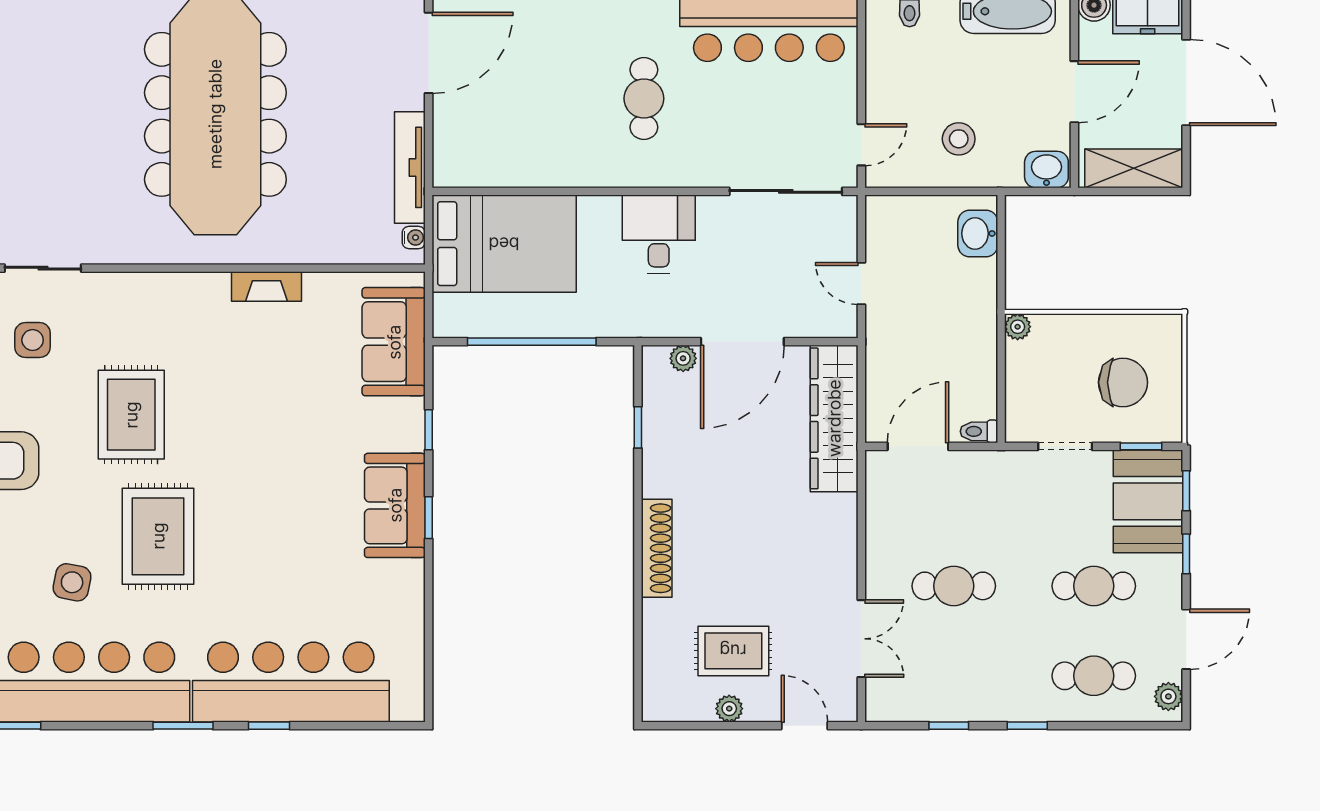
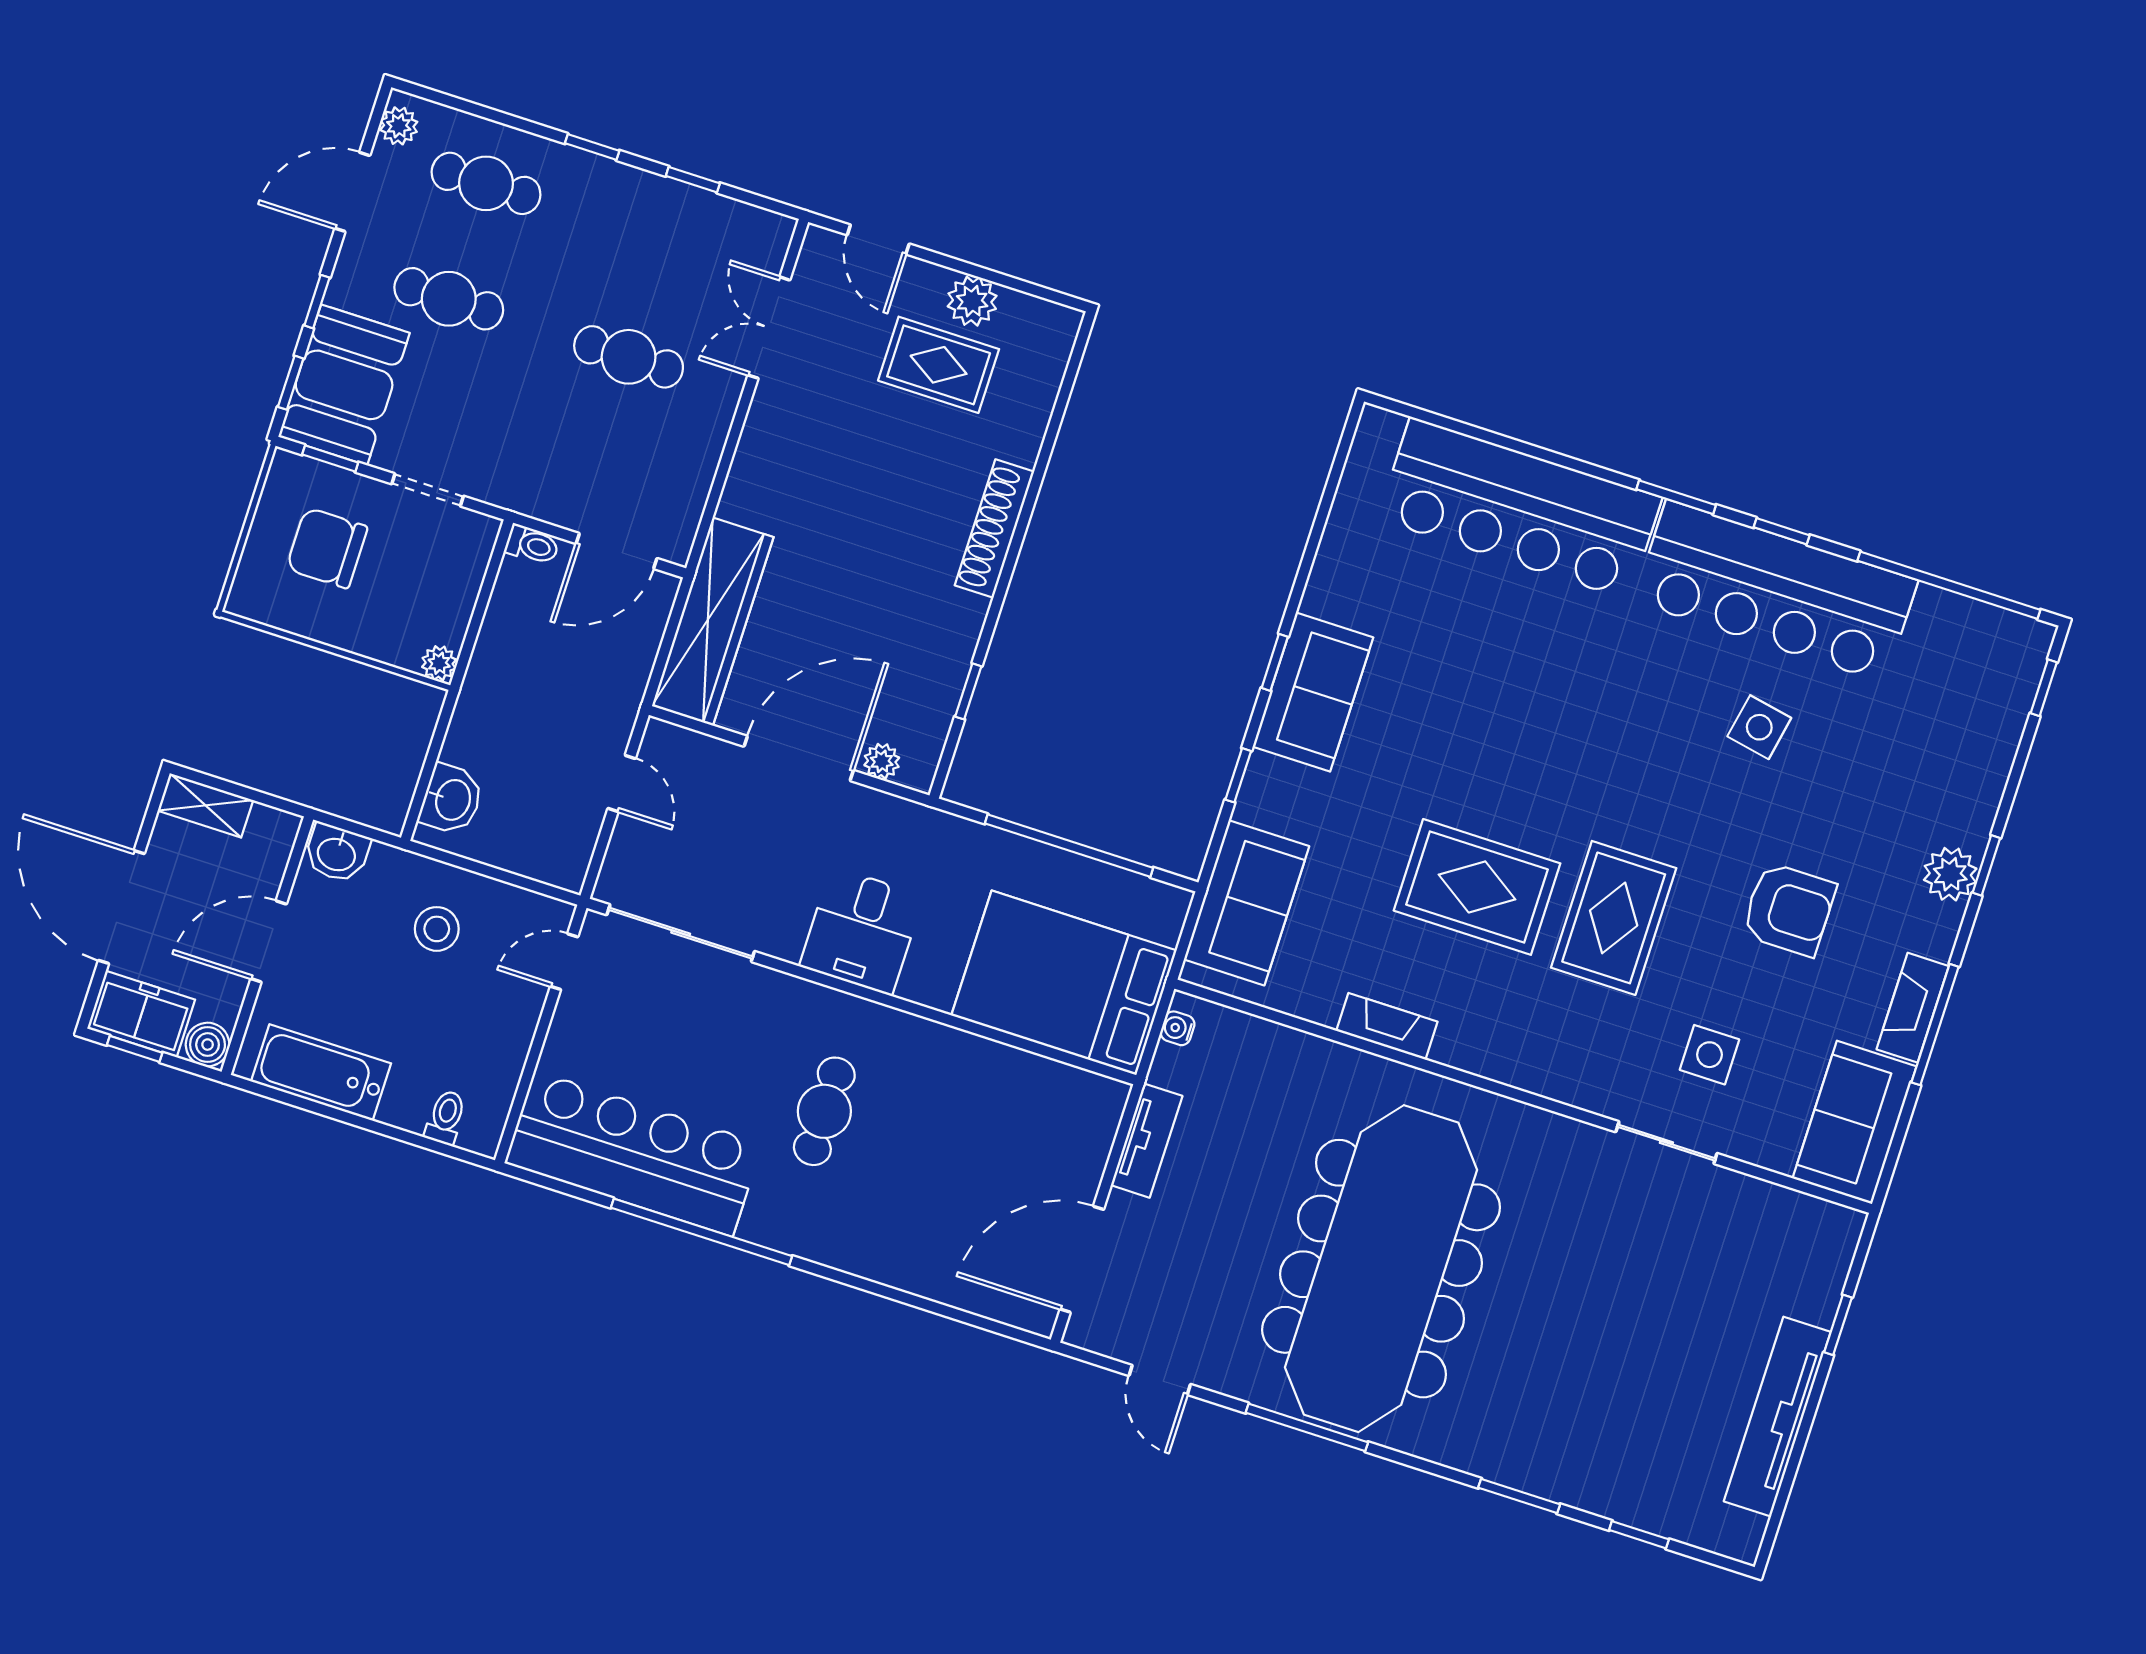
tv unit: (410, 167) -> (1147, 1141), width x0.71
shelving: (1134, 168) -> (205, 805), width x0.67, depth x0.75
rug: (158, 536) -> (1477, 887), moved, turned 90
plant: (729, 709) -> (972, 301), width x1.38, depth x1.38
window: (269, 726) -> (1782, 531), moved

